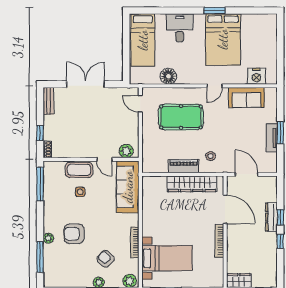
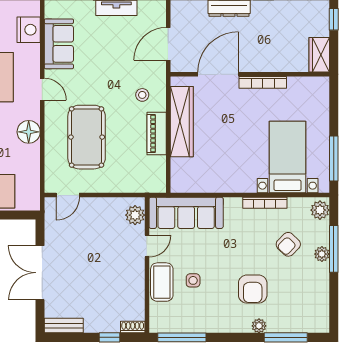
floor lamp: (168, 76) -> (29, 132), moved

